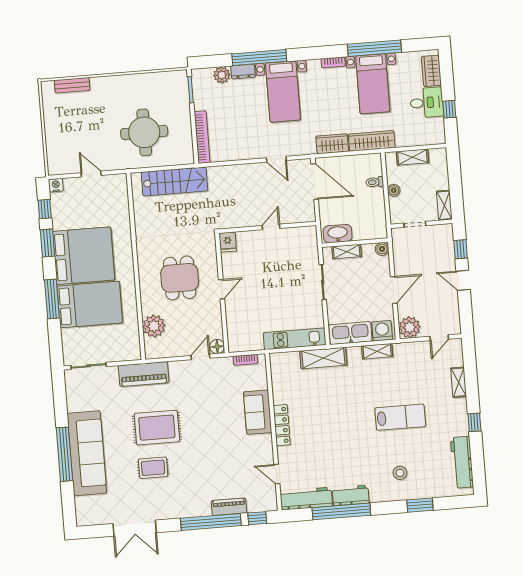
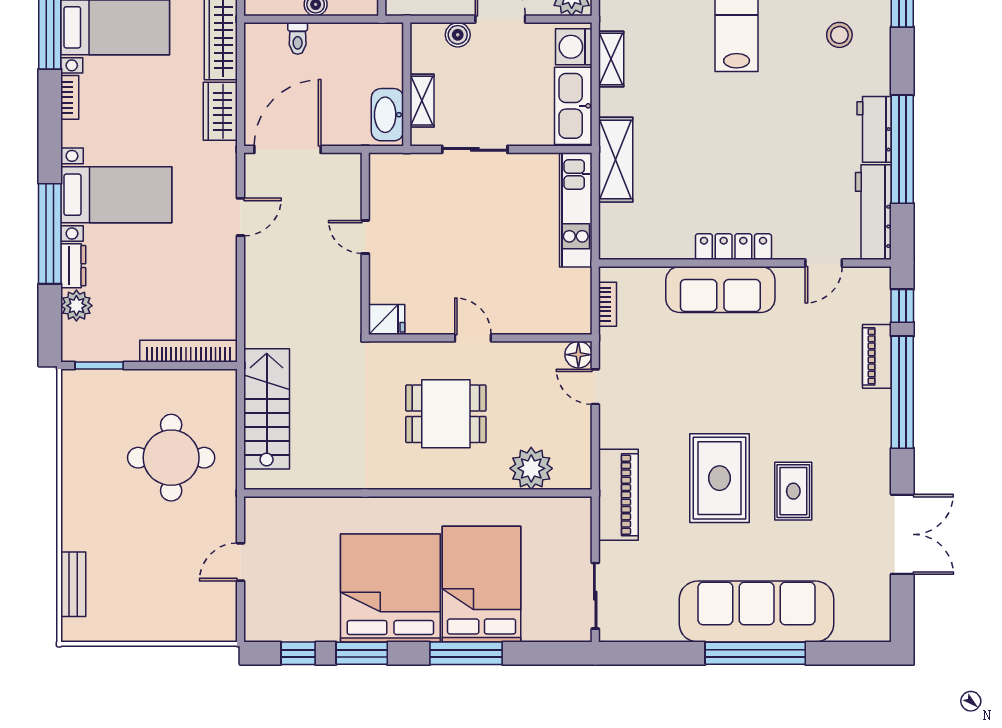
nightstand: (56, 185) -> (256, 629), removed
boiler: (382, 249) -> (458, 35), moved
sofa: (258, 412) -> (720, 289), width x1.36

